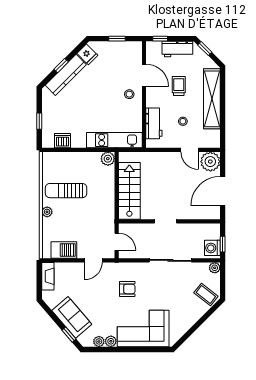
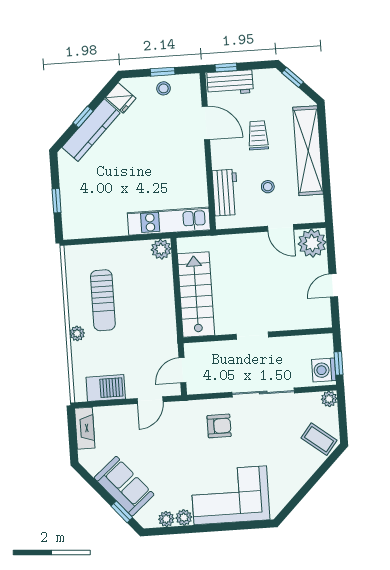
workbench: (177, 49) -> (230, 83), moved
stool: (129, 94) -> (163, 88), moved
dishwasher: (62, 141) -> (93, 227), removed
sun lounger: (66, 191) -> (103, 300), turned -90
door: (223, 191) -> (333, 285), width x0.53
door: (117, 242) -> (182, 370), swing flipped
armchair: (127, 289) -> (219, 426), moved

